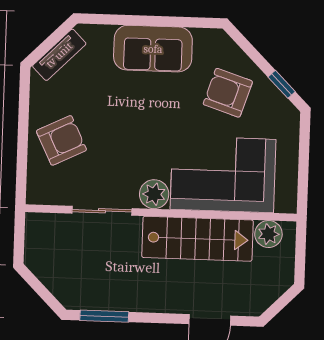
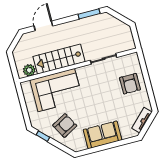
armchair: (228, 93) -> (65, 126), turned -47
armchair: (61, 140) -> (130, 84), turned -64
plant: (154, 194) -> (83, 73), removed

